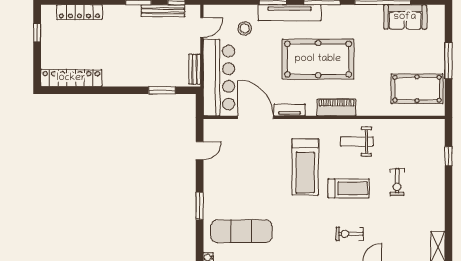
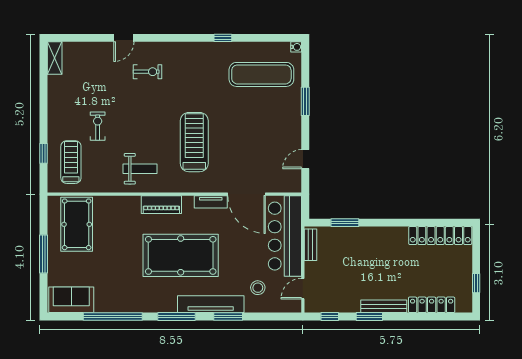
bench: (163, 11) -> (384, 306), moved
sofa: (405, 17) -> (71, 300), moved
pool table: (417, 89) -> (77, 224), turned 90
treadmill: (349, 188) -> (71, 162), moved, turned 90

